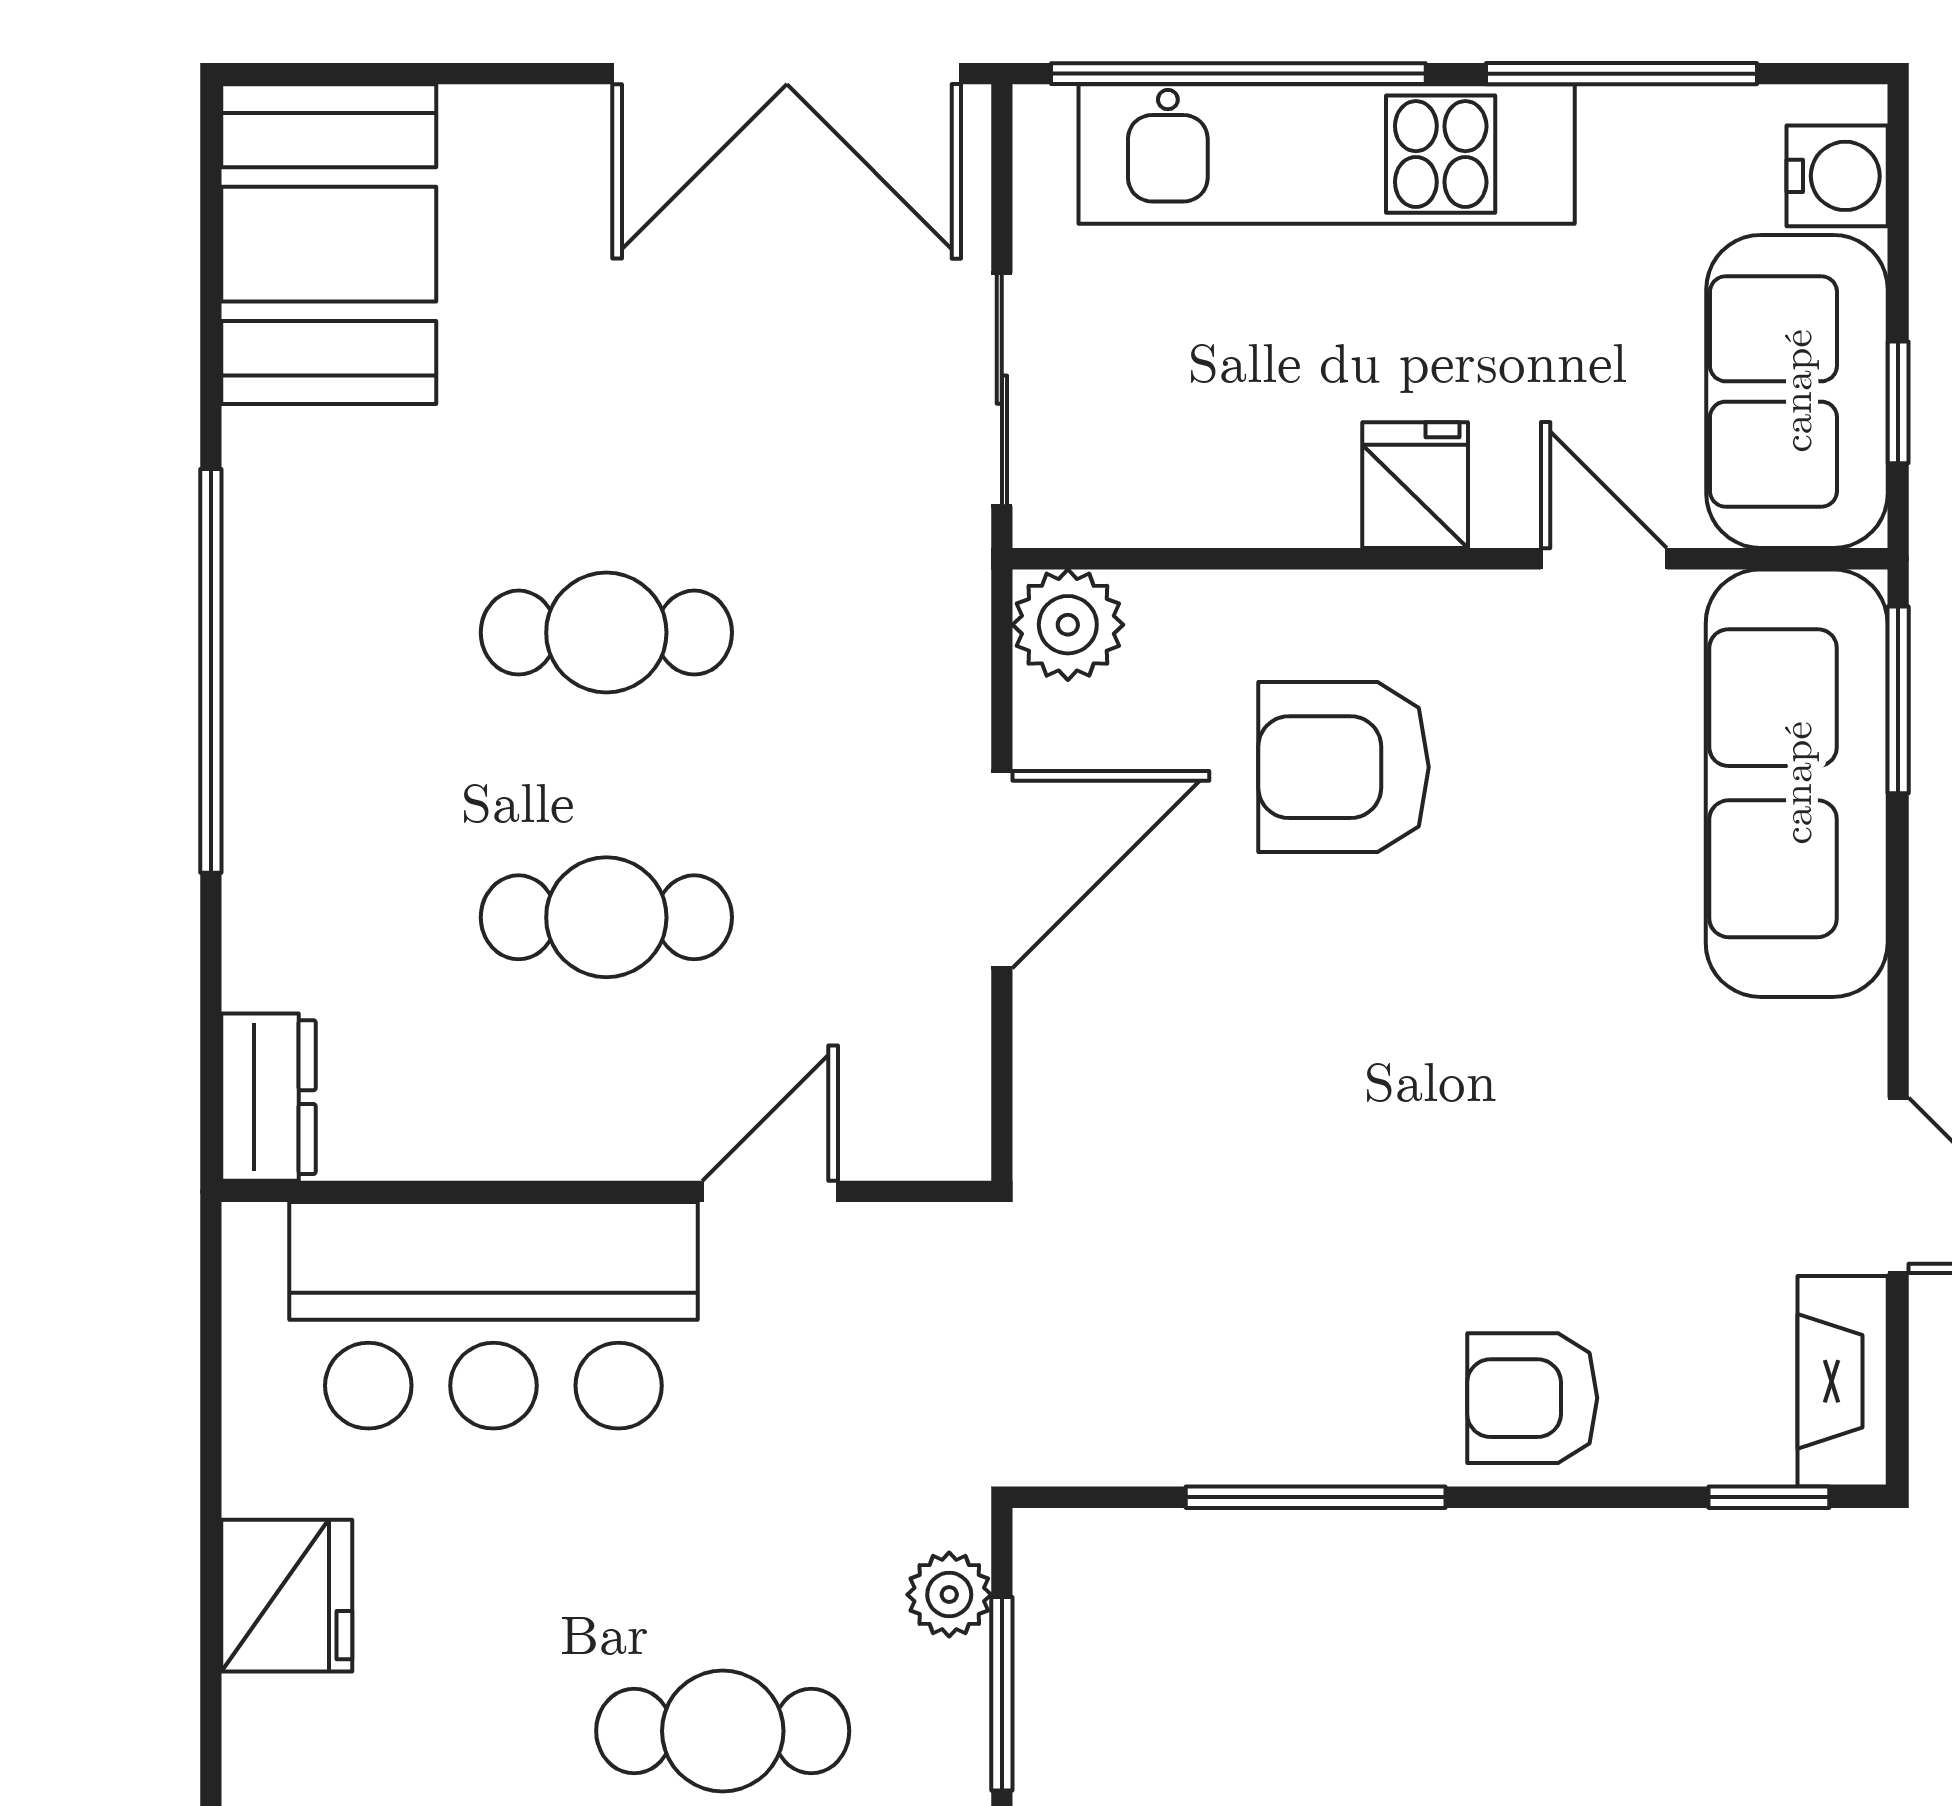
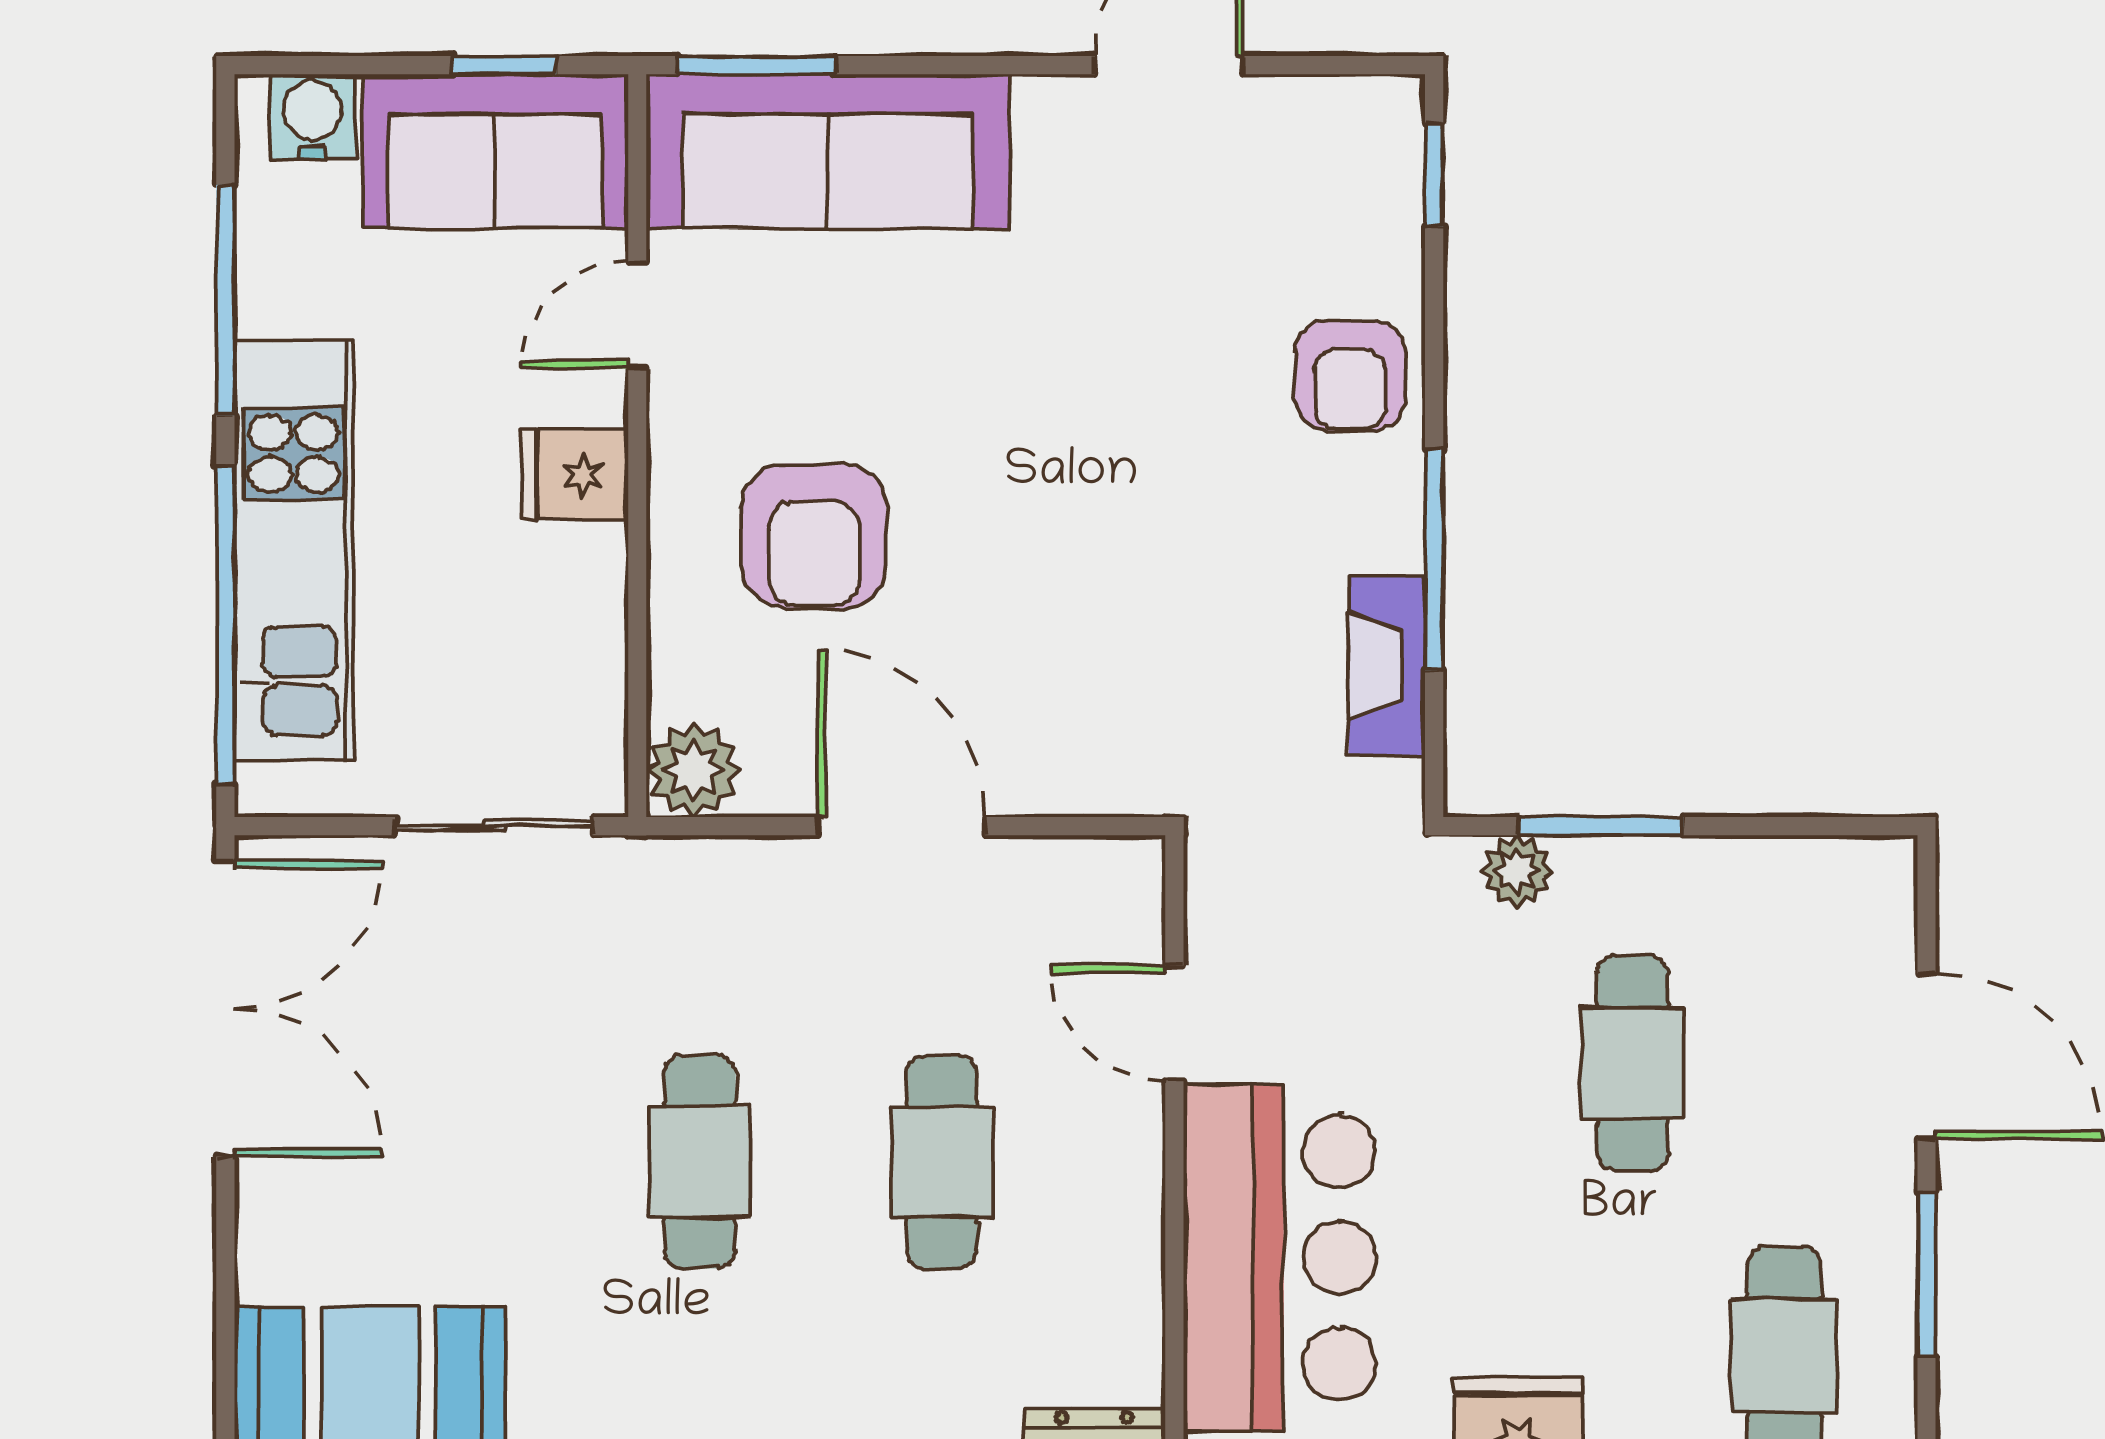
fireplace: (1843, 1381) -> (1387, 666), moved, turned 90

